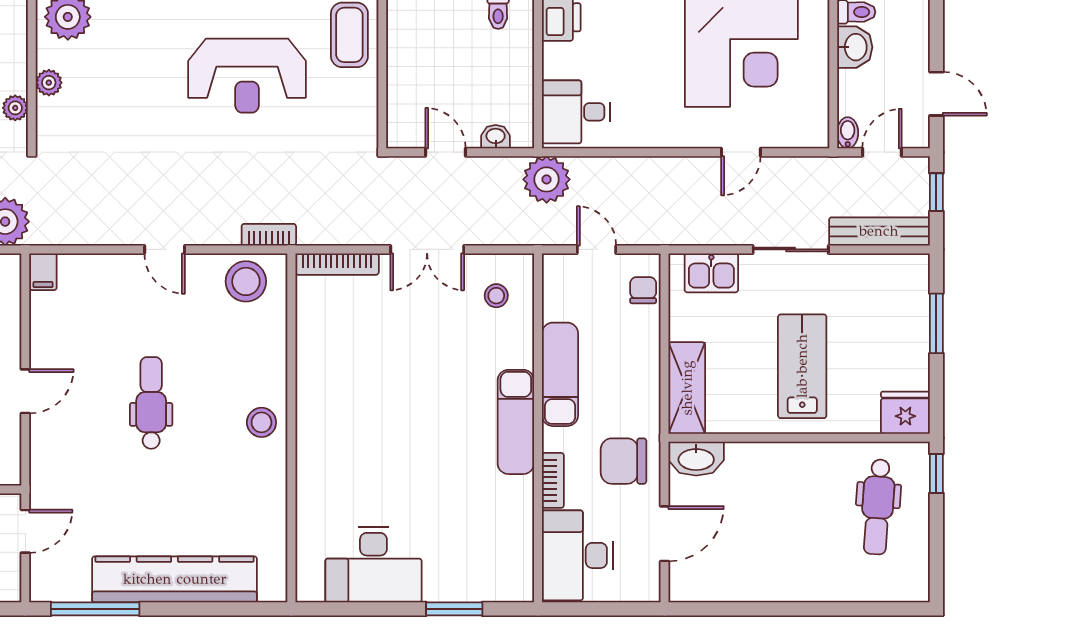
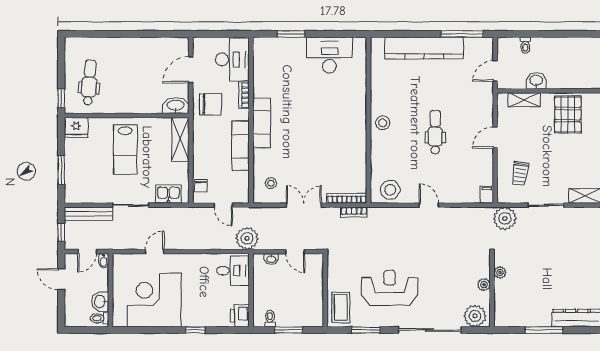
bookcase: (269, 235) -> (354, 212), moved
dental chair: (151, 403) -> (435, 132), turned 180

